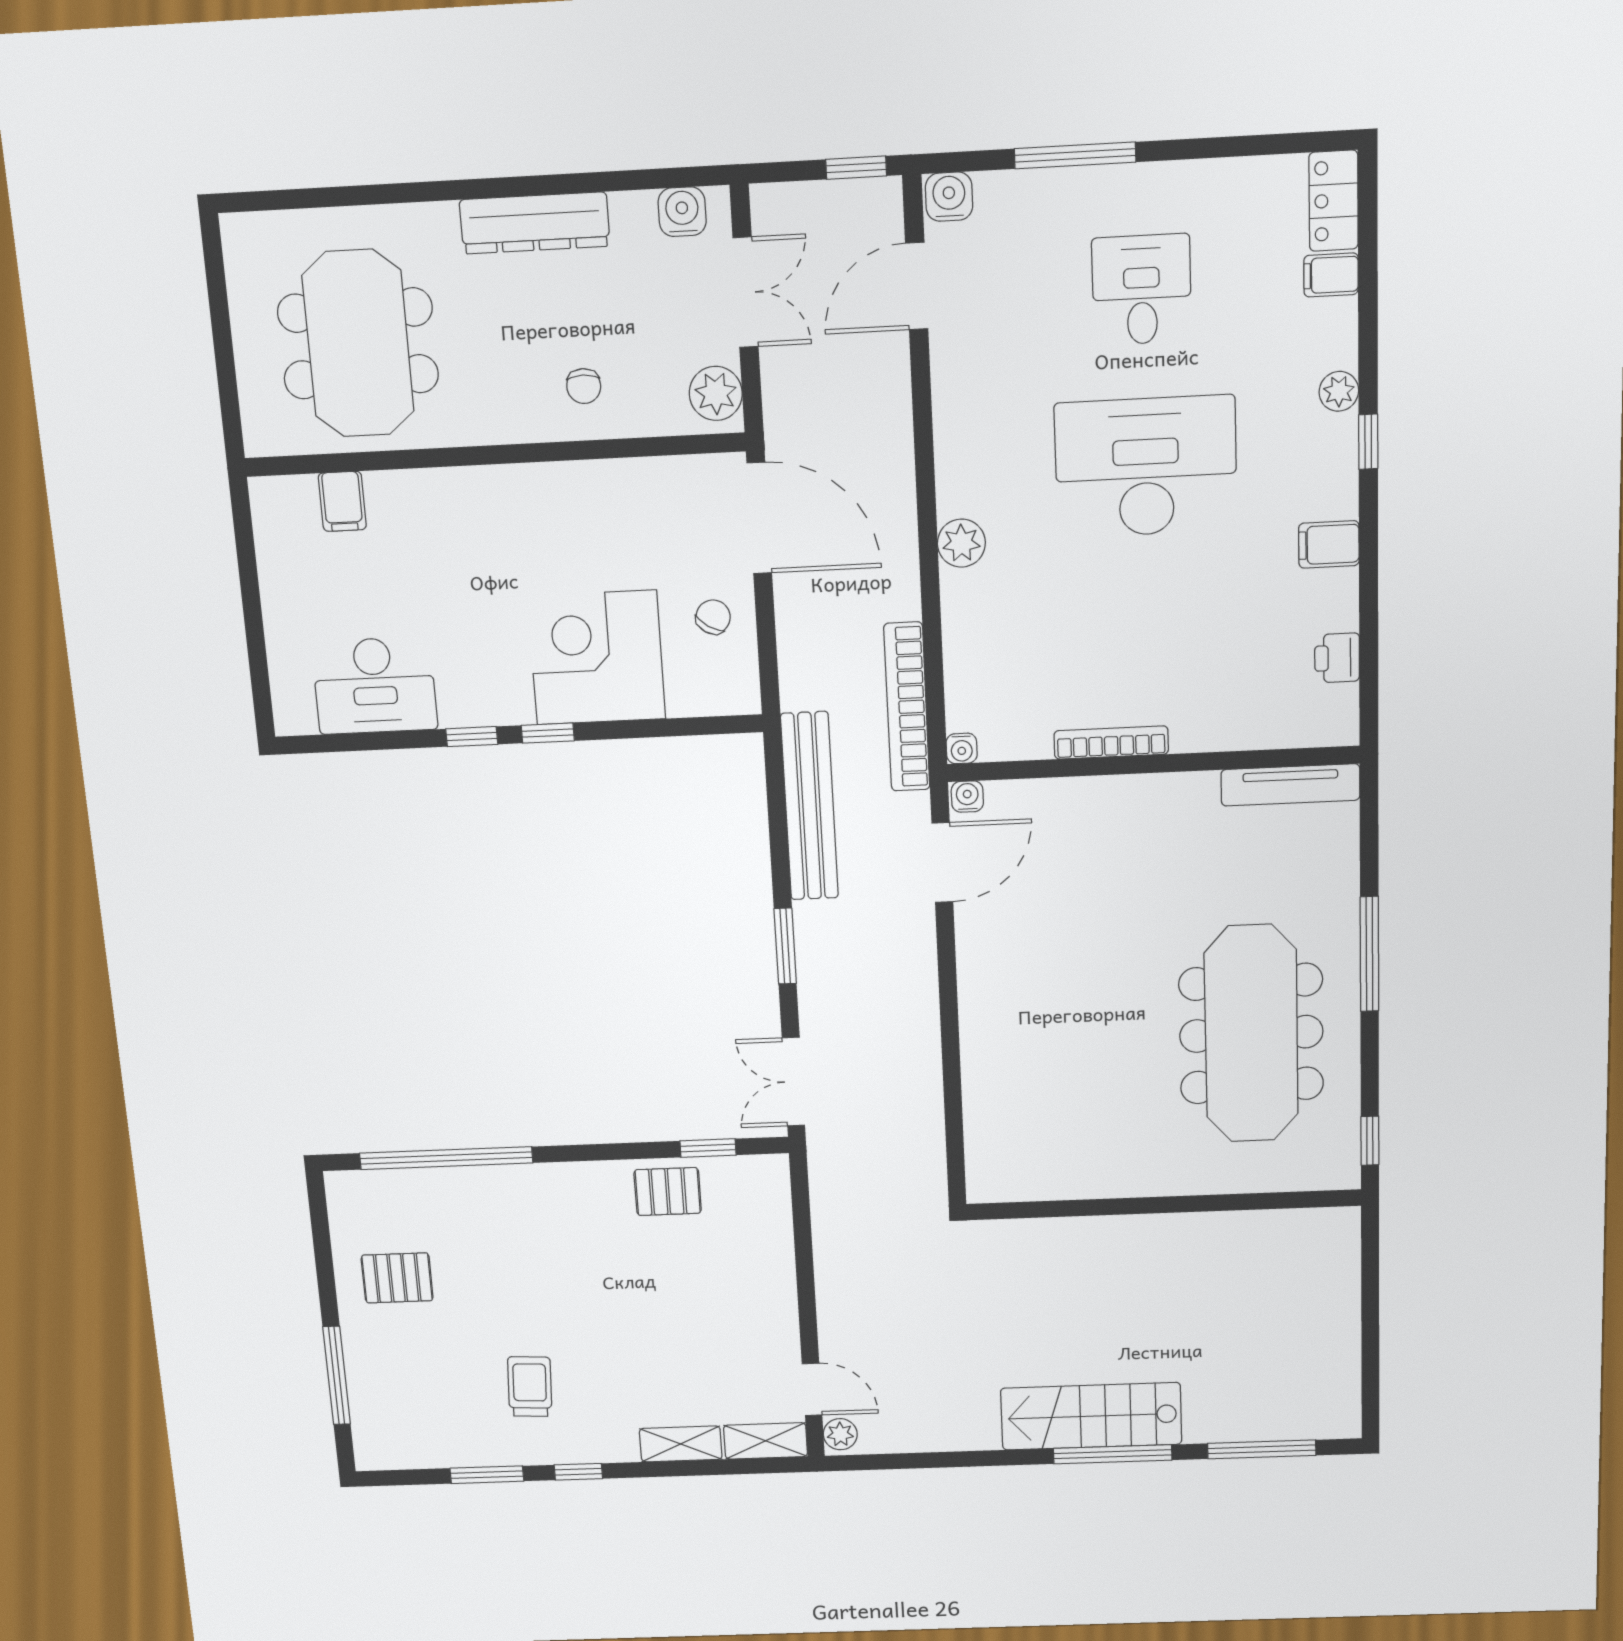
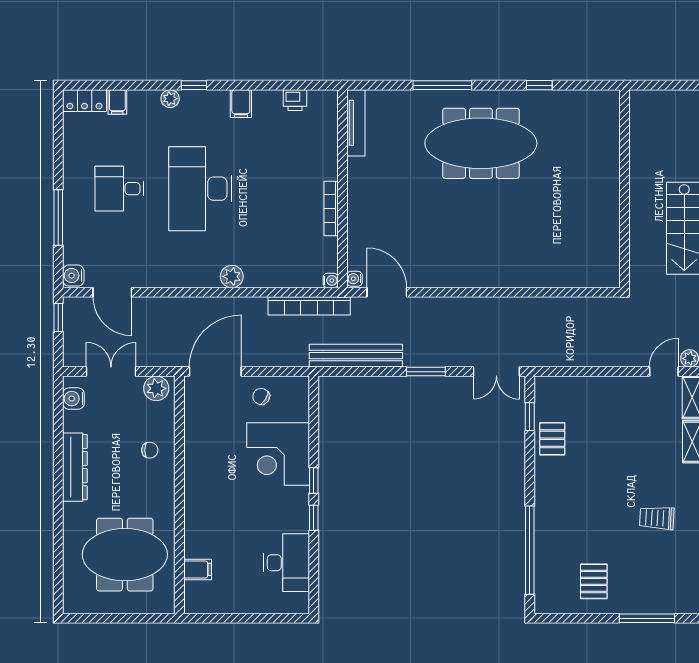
wall: (1163, 1205) -> (624, 189), moved

